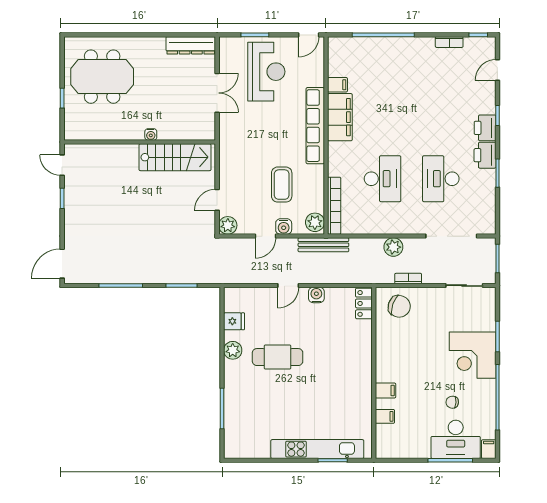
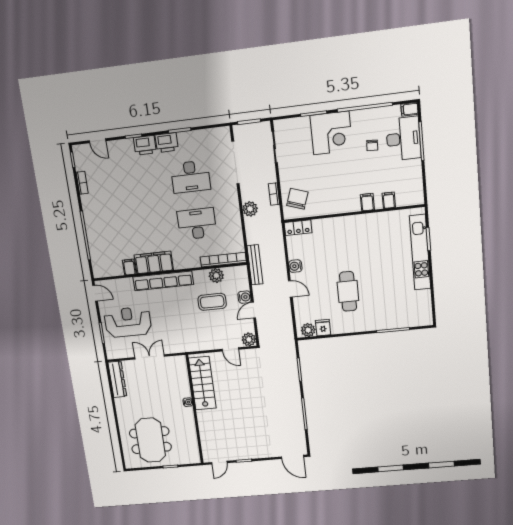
plant: (315, 222) -> (216, 276), moved
door: (265, 236) -> (254, 310), swing flipped
plant: (233, 350) -> (308, 330), moved

